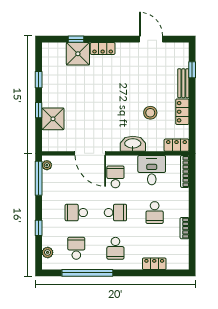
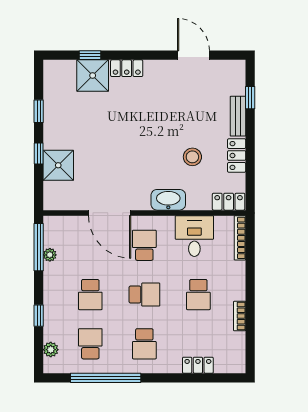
plant: (47, 165) -> (50, 255), moved
school desk: (76, 213) -> (90, 295), turned -90

